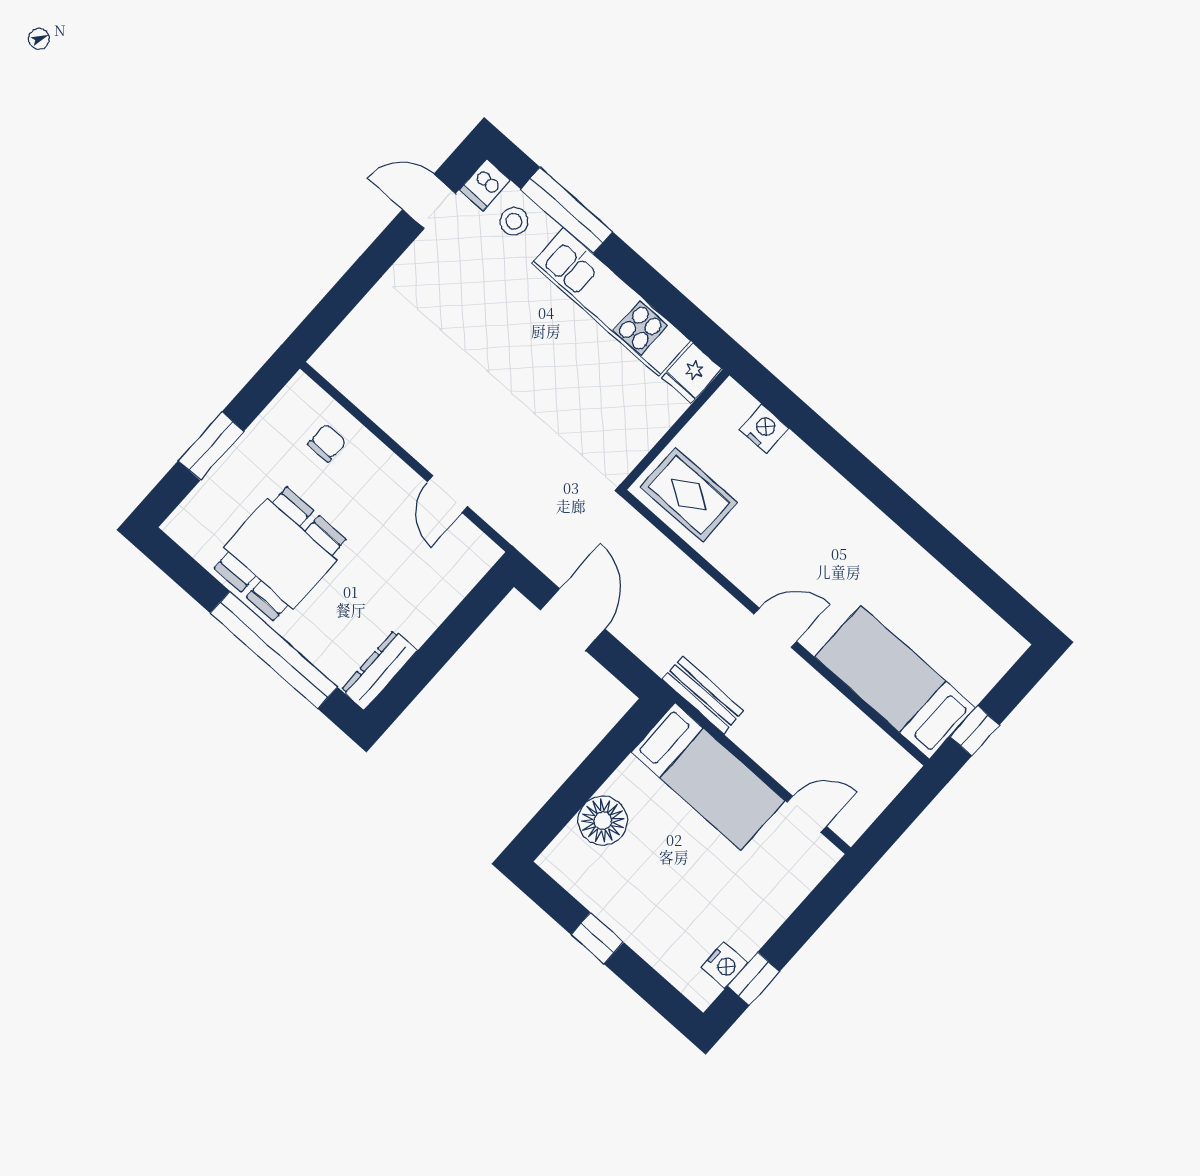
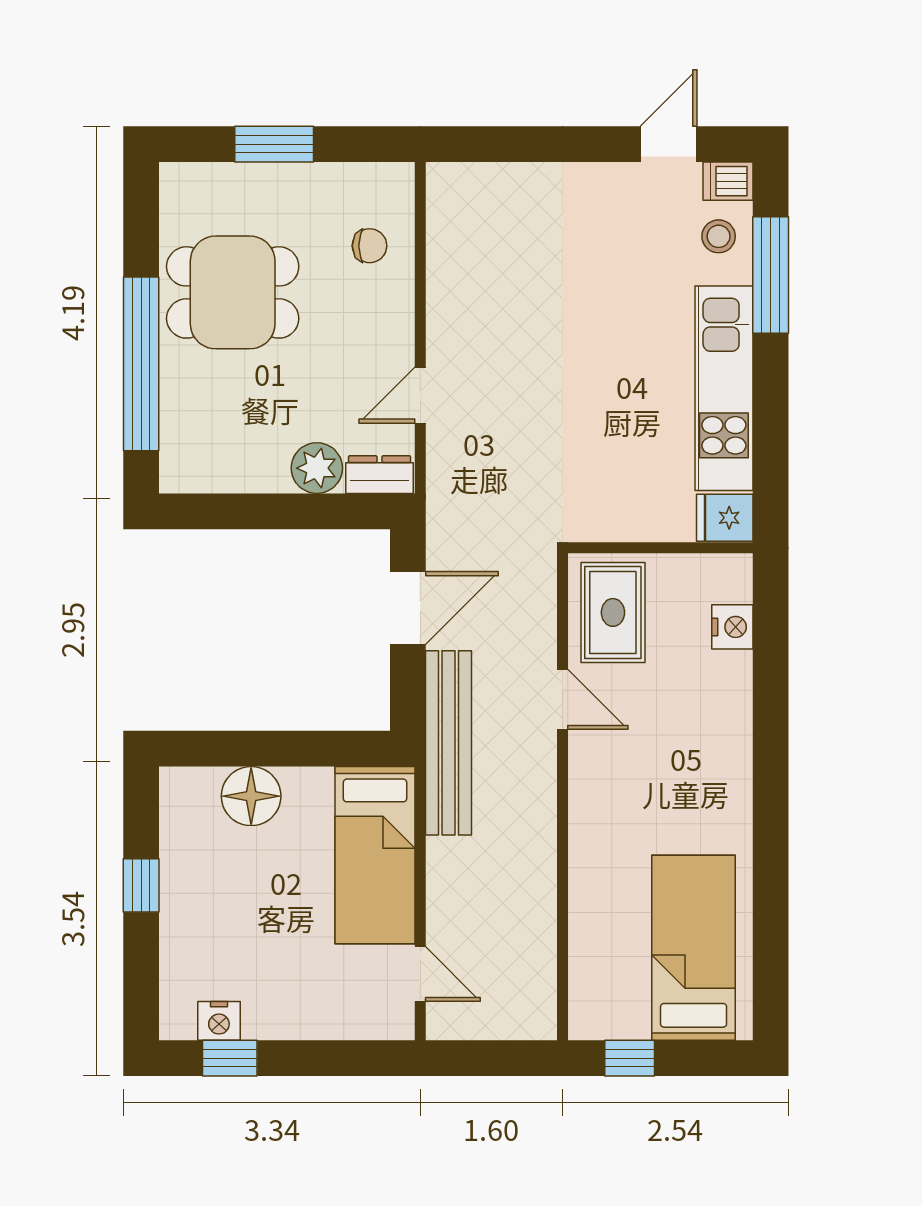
door: (429, 201) -> (668, 144), hinge flipped
plant: (436, 599) -> (317, 468), added
door: (775, 628) -> (563, 699), moved
dresser: (379, 670) -> (380, 475), moved, width x0.70
bed: (895, 682) -> (694, 948), moved
bench: (703, 695) -> (449, 743), width x1.86, depth x1.21

